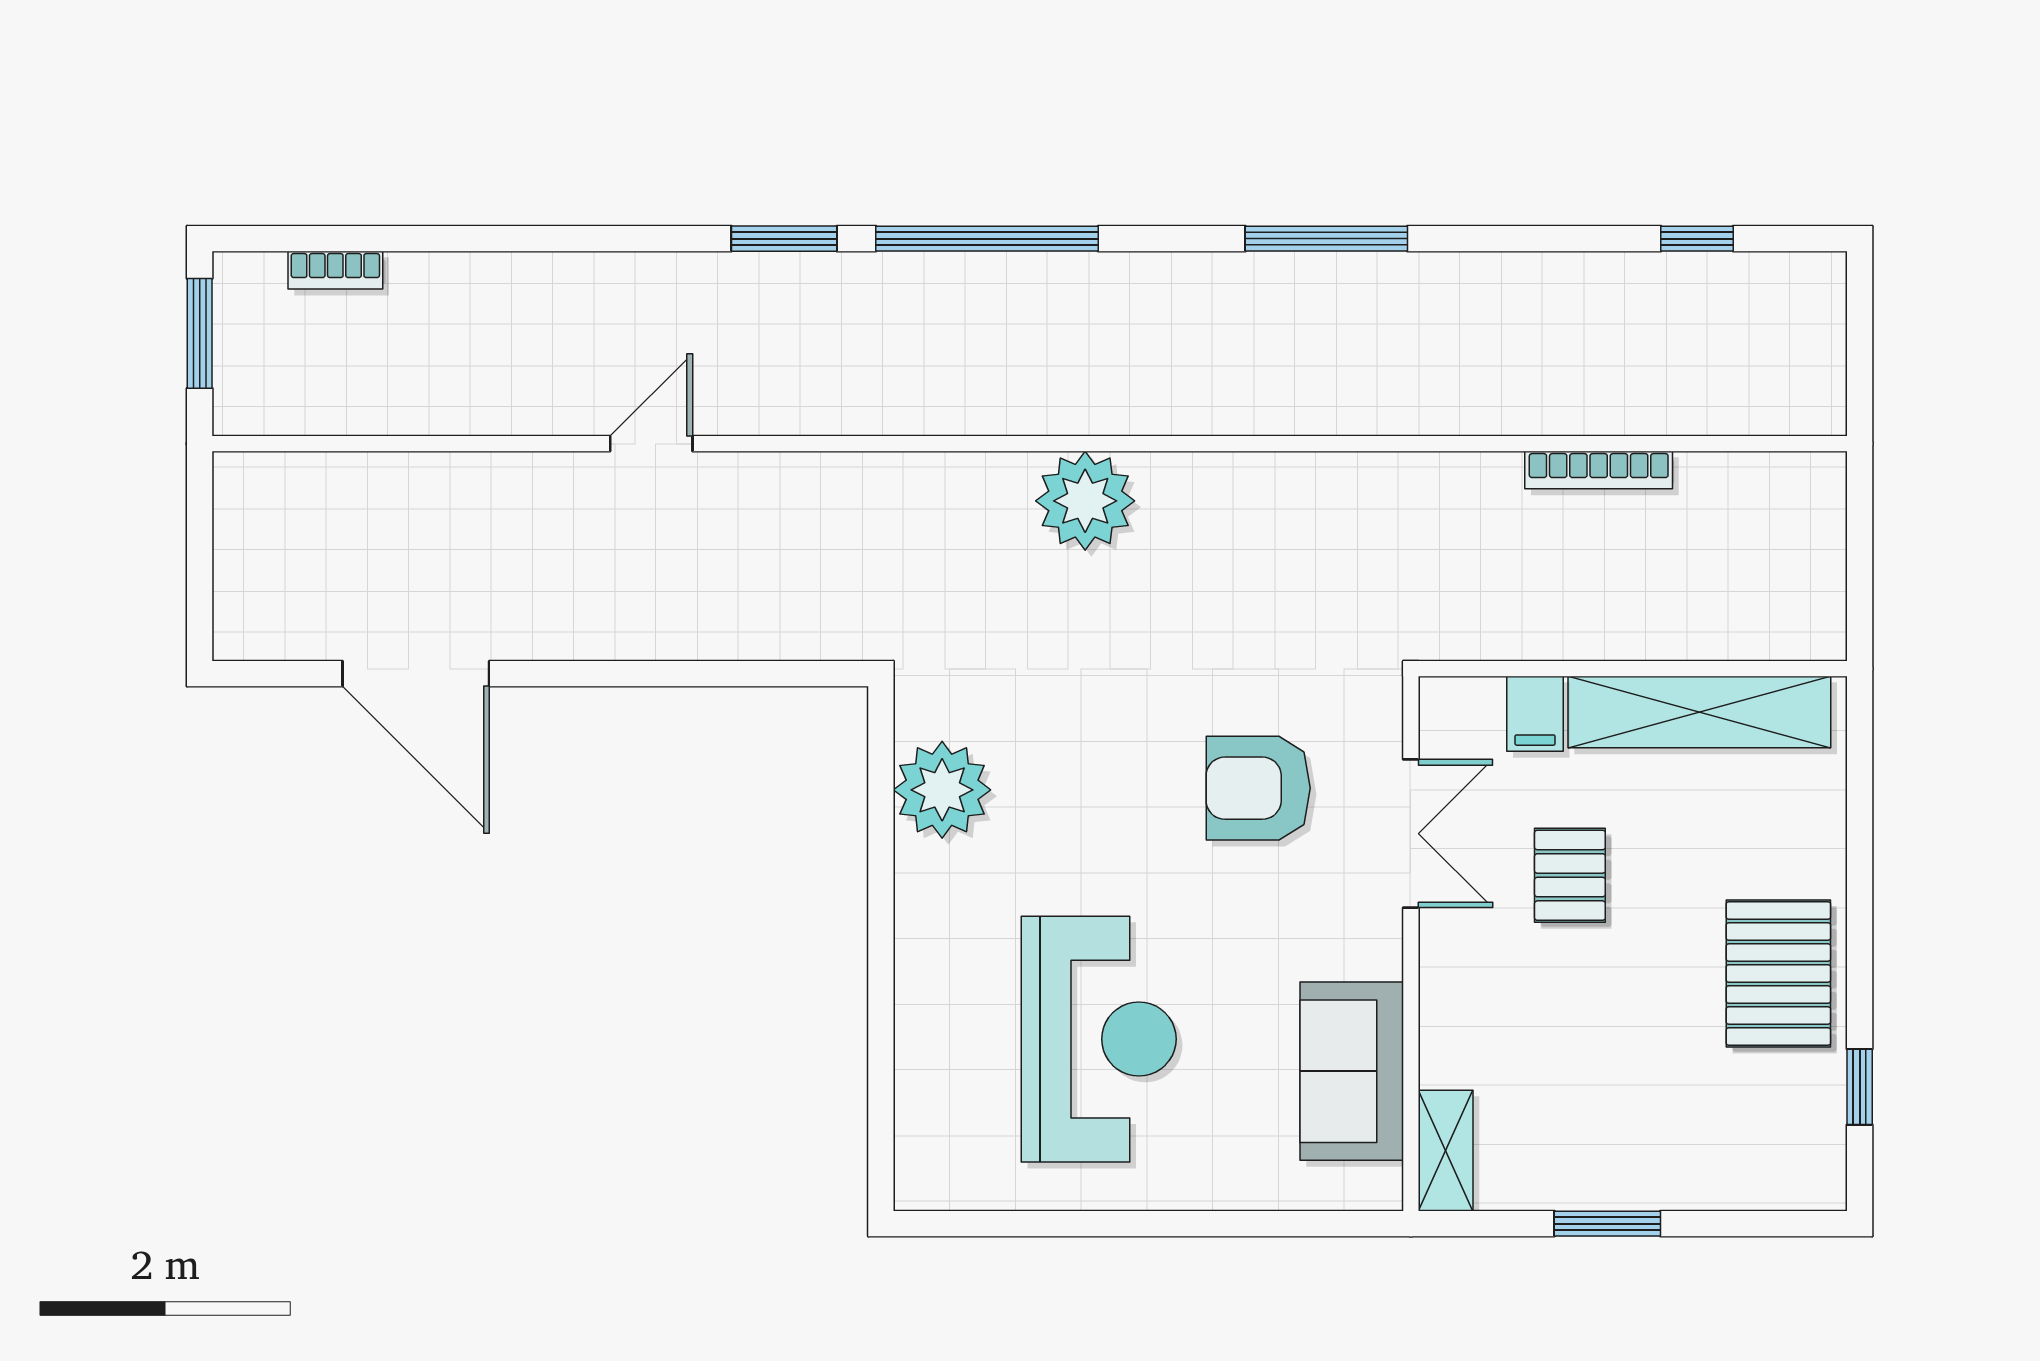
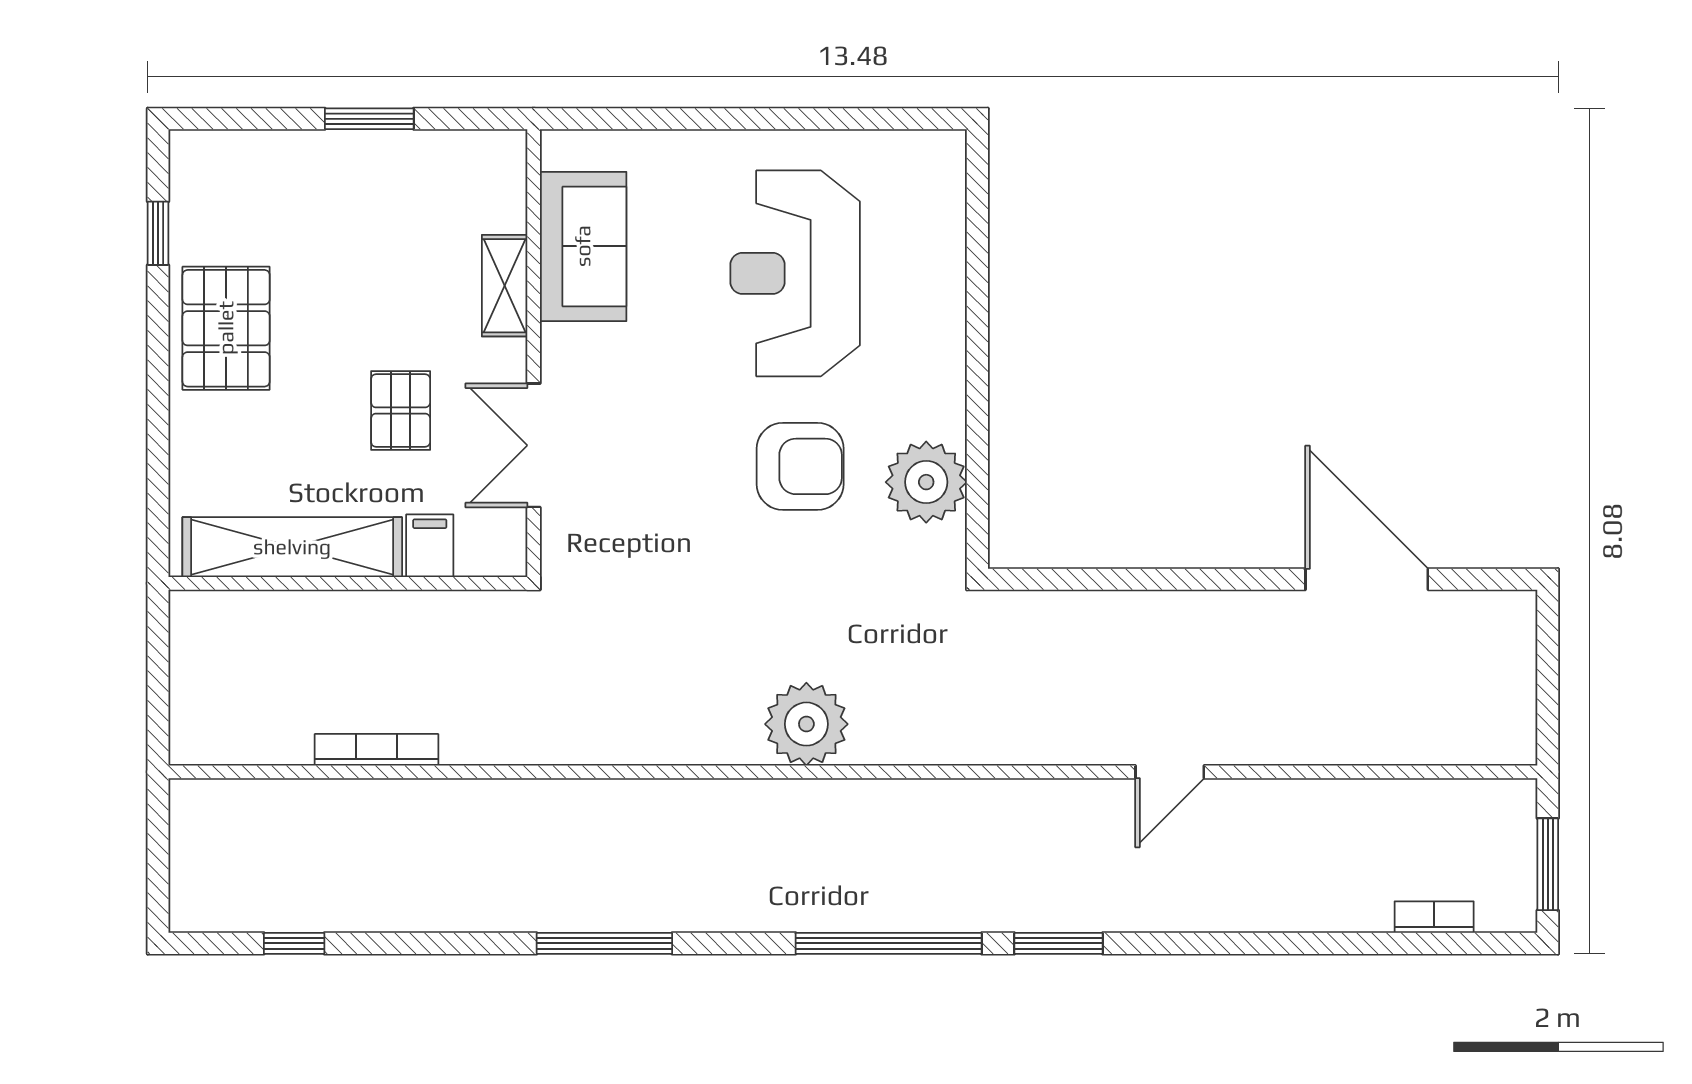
armchair: (1258, 788) -> (800, 466), moved
shelving: (1446, 1151) -> (505, 286), moved

